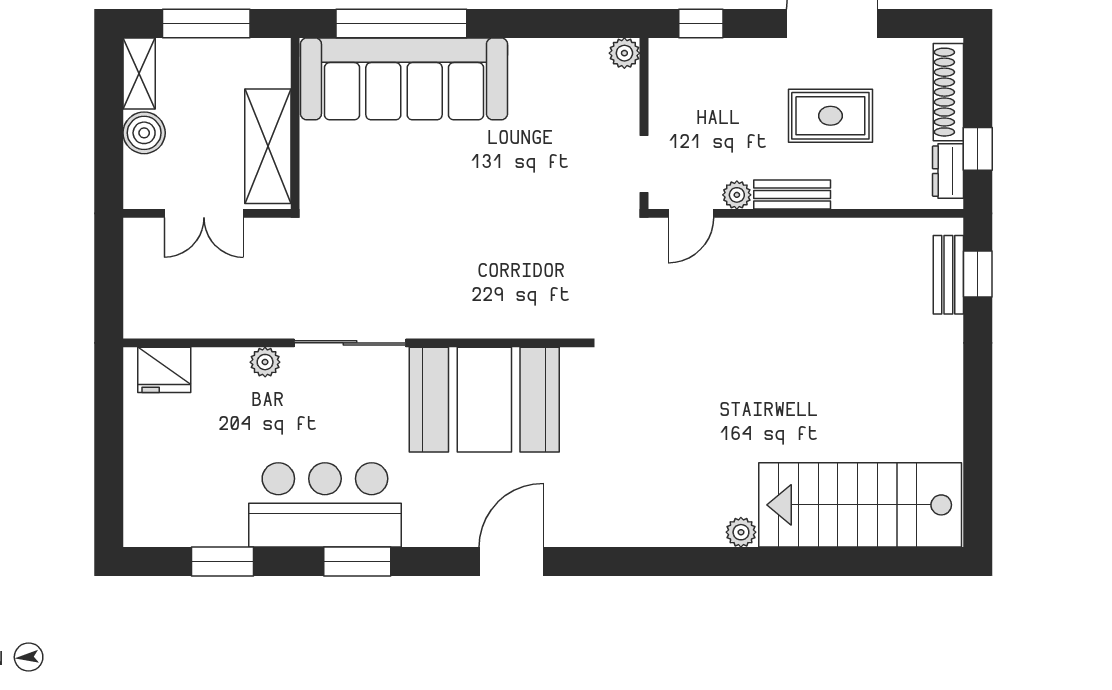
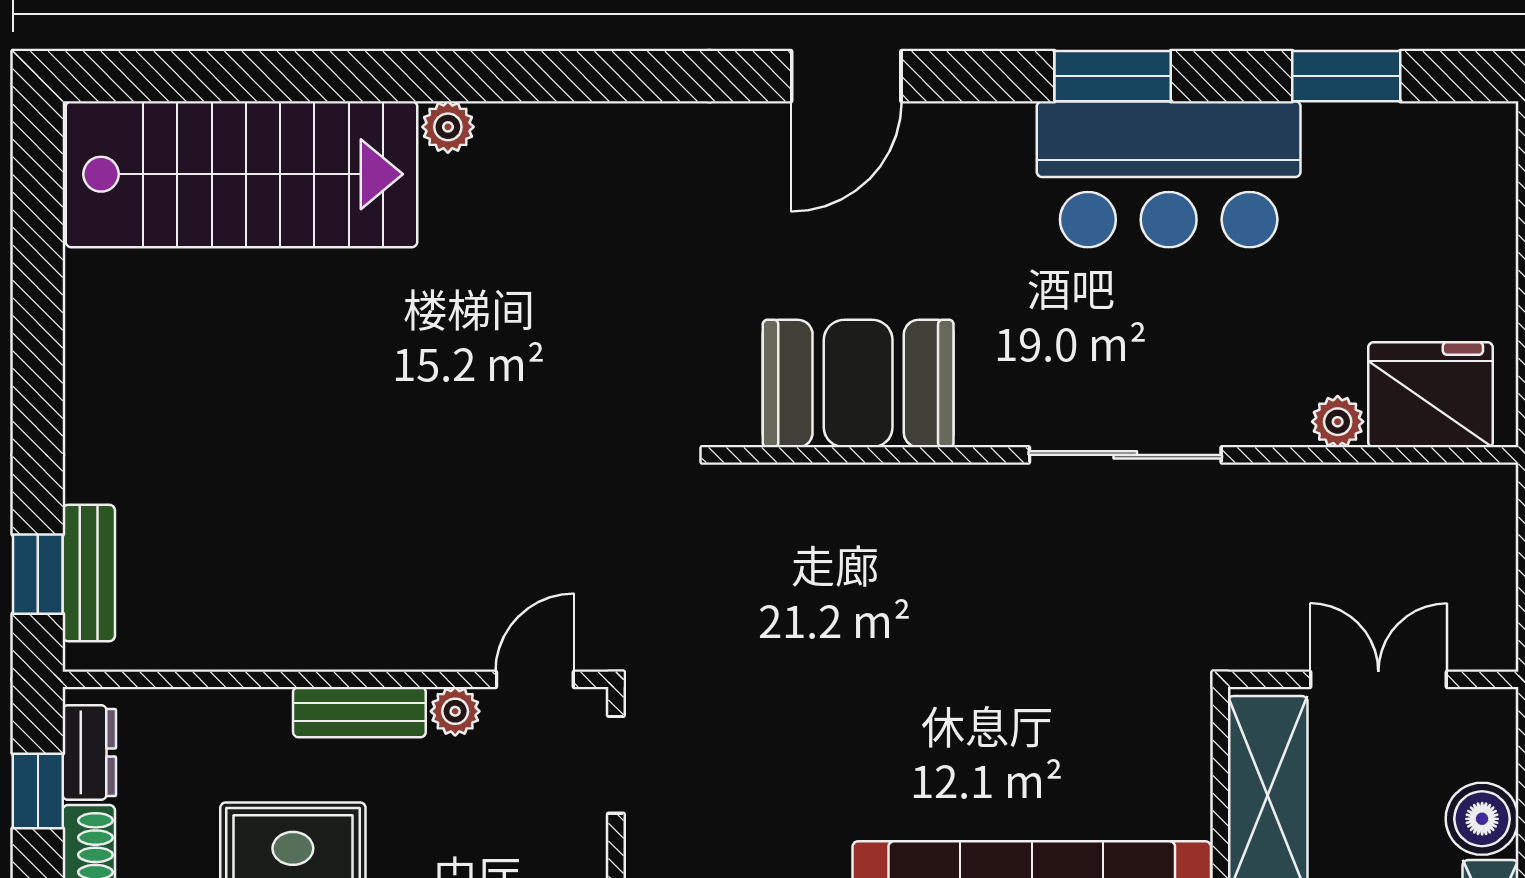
plant: (265, 362) -> (1338, 422), moved
fridge: (164, 370) -> (1431, 395), width x1.36, depth x1.34
booth: (484, 400) -> (858, 384), width x0.73, depth x0.70

